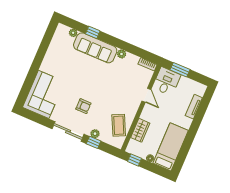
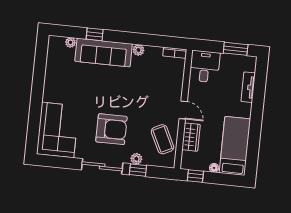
window: (180, 70) -> (236, 49), moved
door: (146, 95) -> (183, 110), moved
armchair: (83, 106) -> (111, 129), width x1.88, depth x1.88

